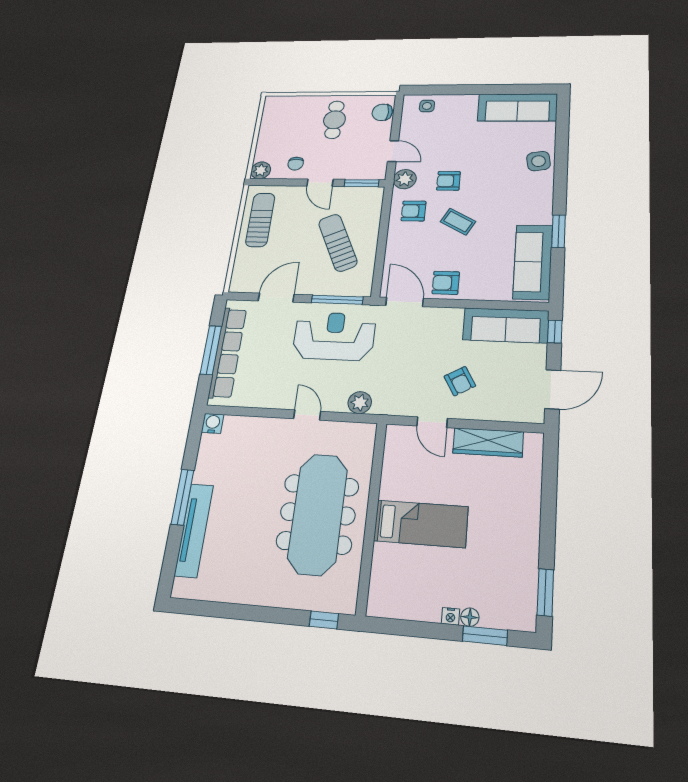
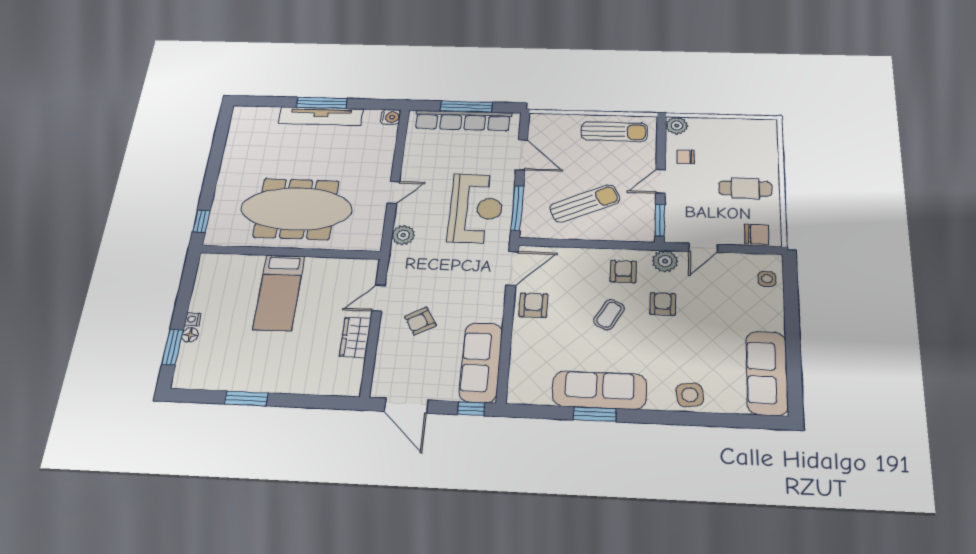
chair: (382, 112) -> (757, 234), turned 90
sofa: (533, 262) -> (600, 390), moved
wardrobe: (488, 442) -> (355, 337), width x0.67
tv unit: (194, 530) -> (321, 116), moved
window: (545, 592) -> (246, 398), moved

